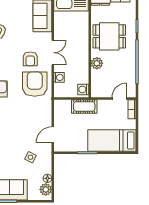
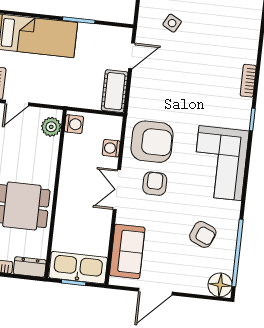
plant: (97, 63) -> (51, 127), moved
armchair: (35, 84) -> (152, 142), turned -90
cot: (84, 106) -> (115, 91), moved, turned 90

